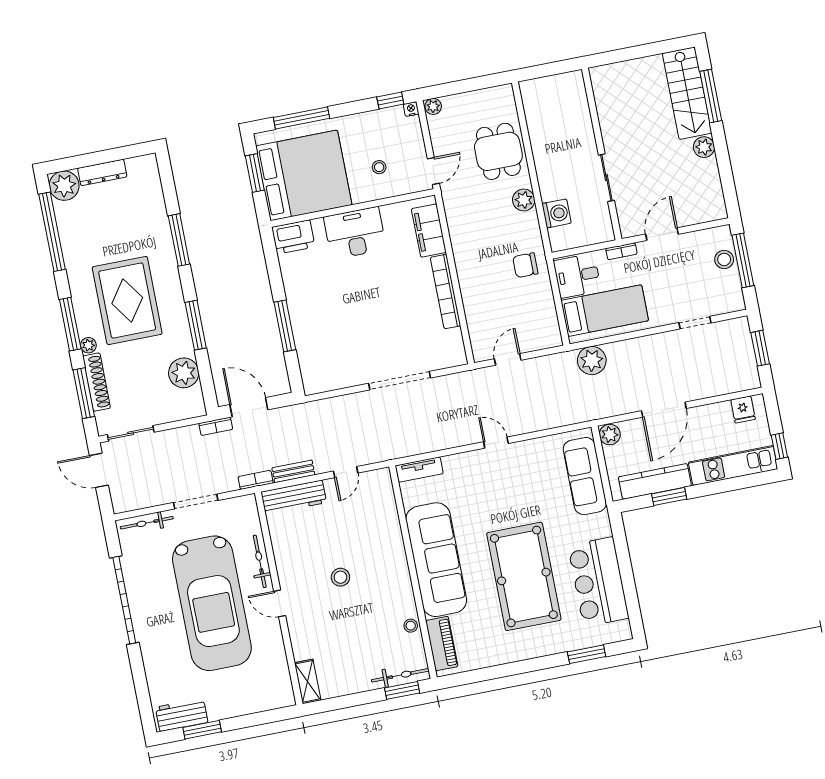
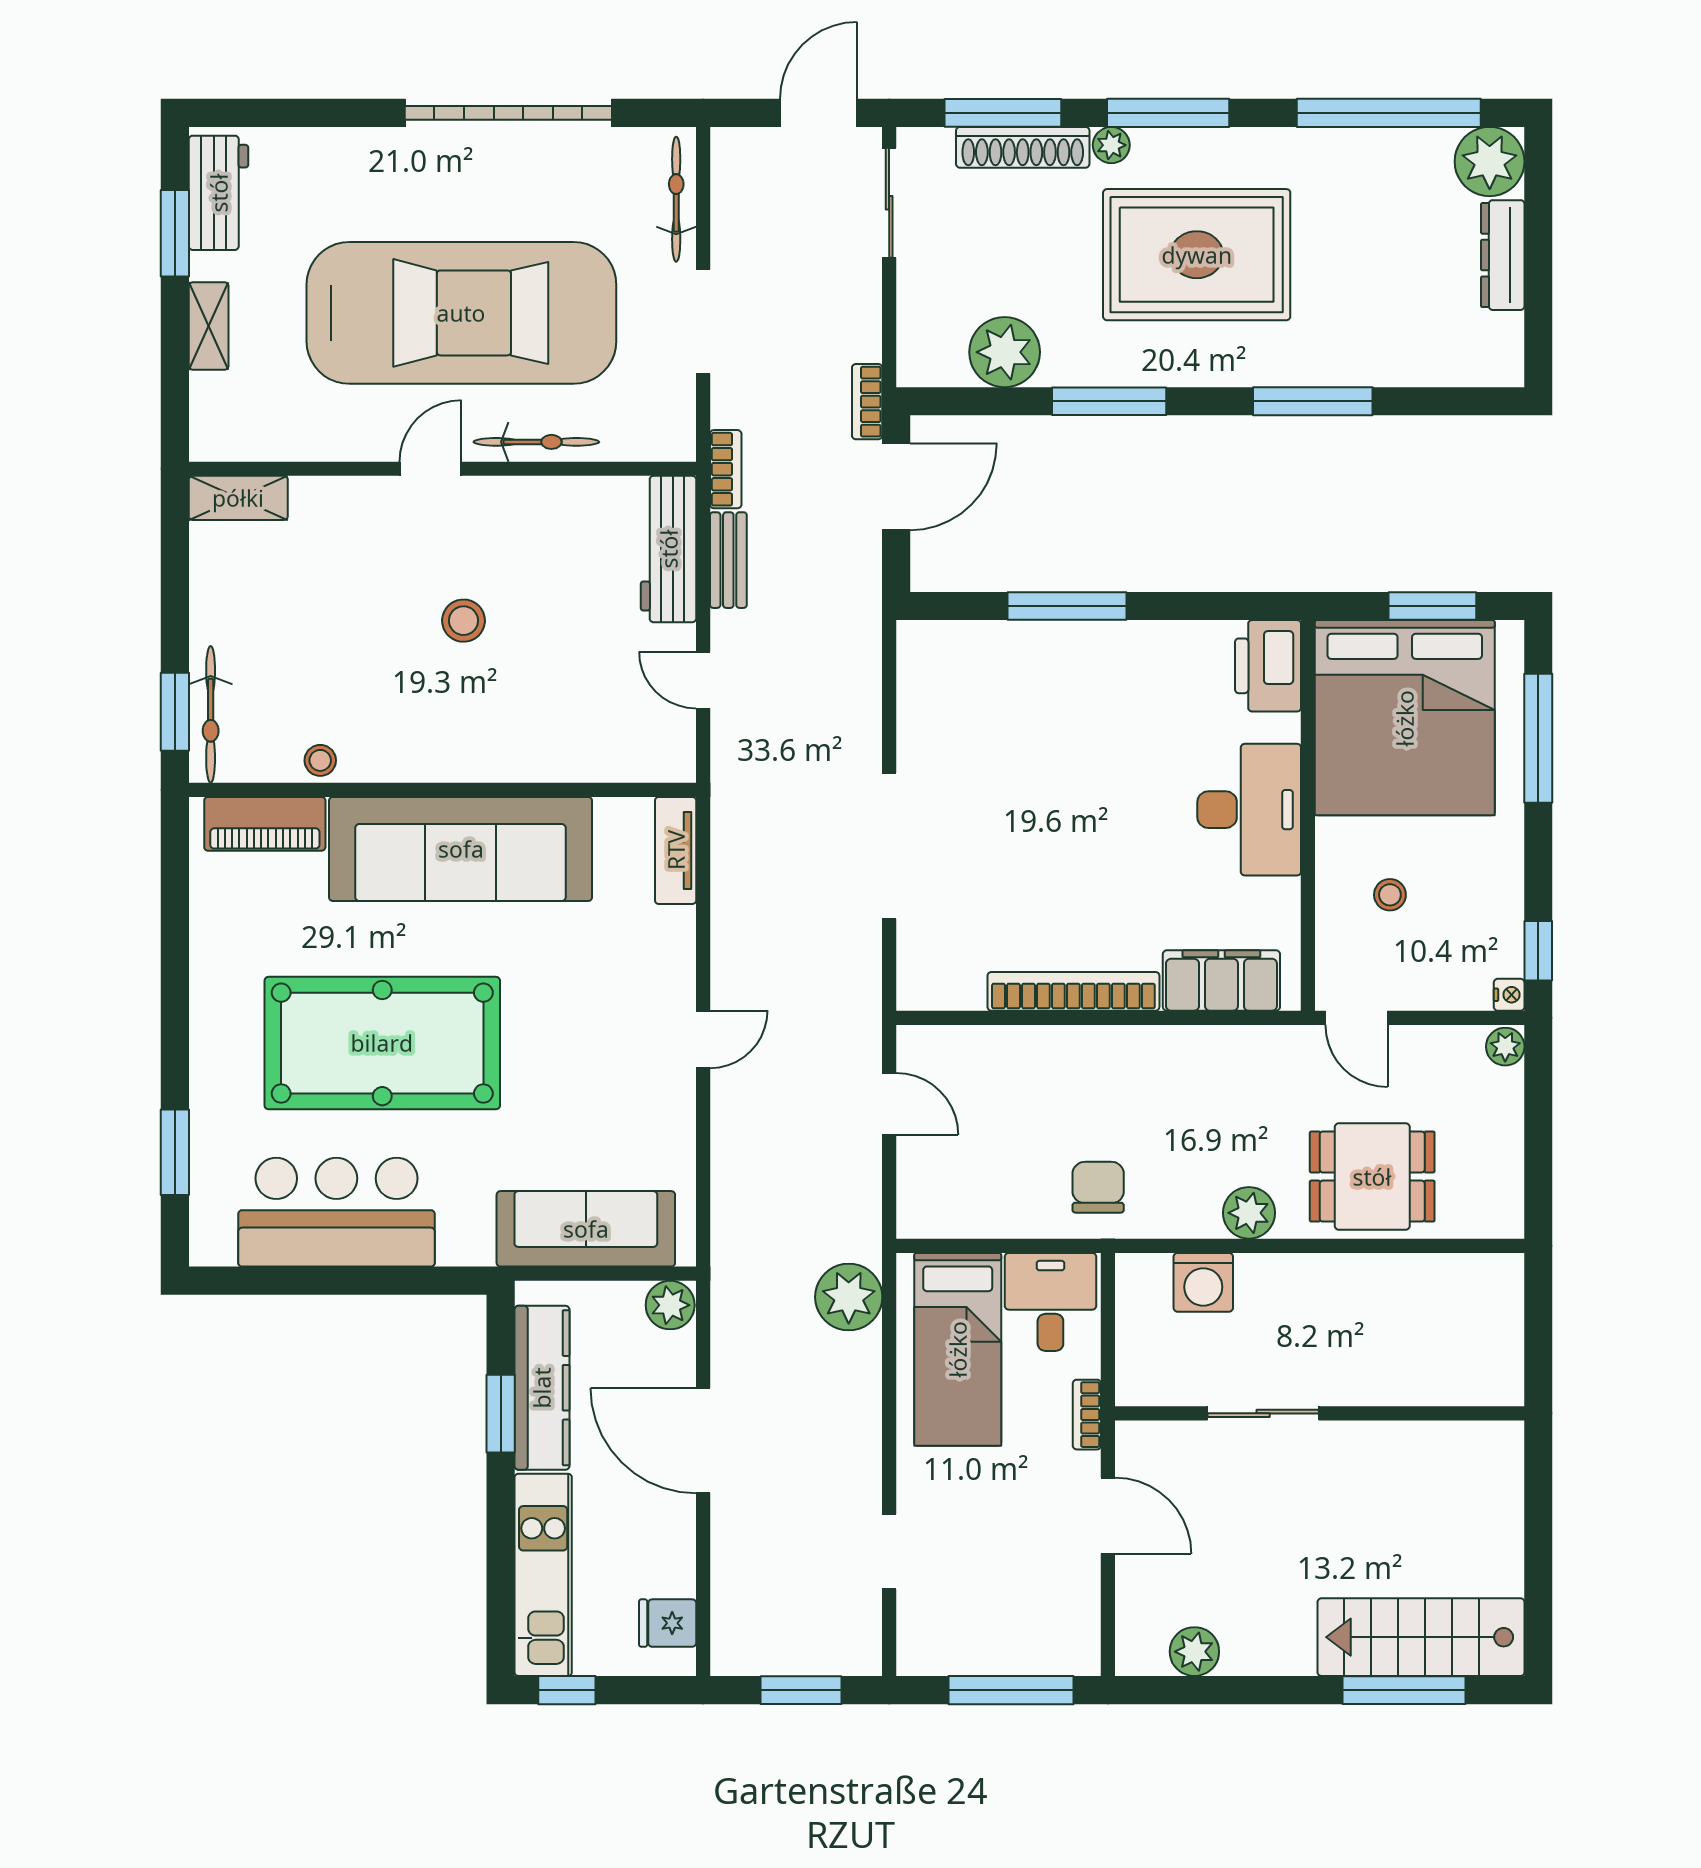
plant: (704, 147) -> (1194, 1652), moved
stool: (724, 259) -> (1021, 1647), removed
car: (212, 603) -> (461, 313), turned 180
shelving: (238, 708) -> (209, 326), added

